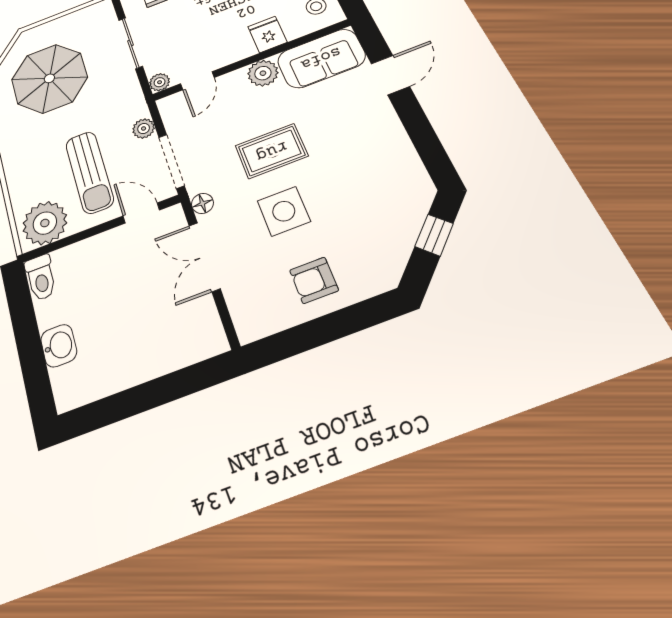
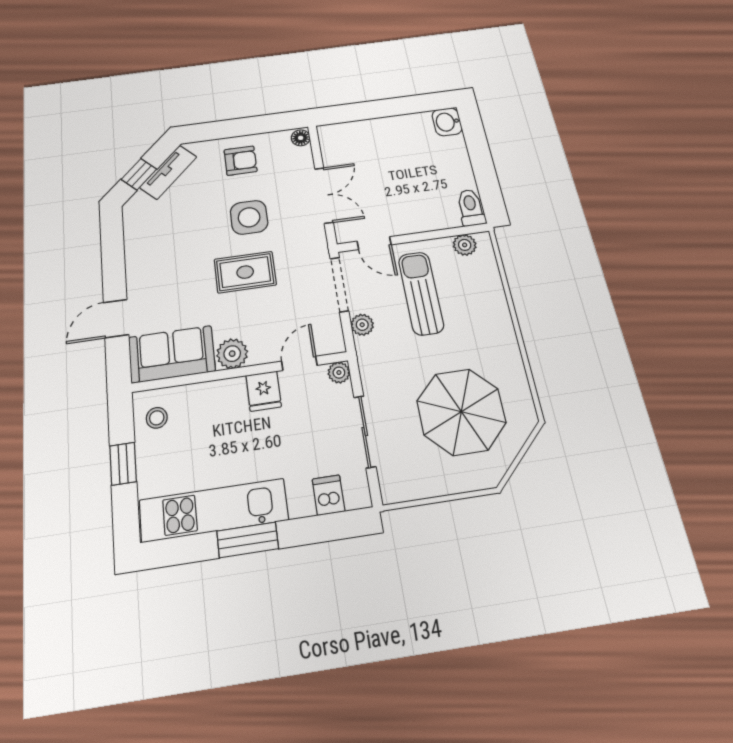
fridge: (267, 34) -> (264, 391), moved
floor lamp: (202, 203) -> (301, 138), moved
plant: (45, 223) -> (465, 245), width x0.53, depth x0.53
tv unit: (398, 246) -> (168, 172), added
washbasin: (59, 346) -> (447, 122), moved

